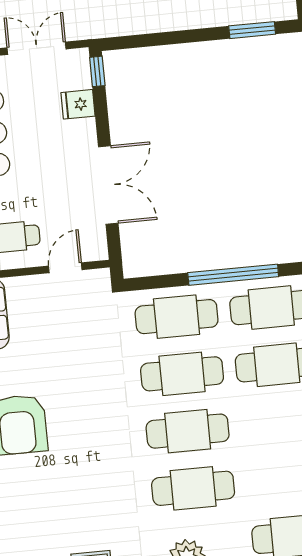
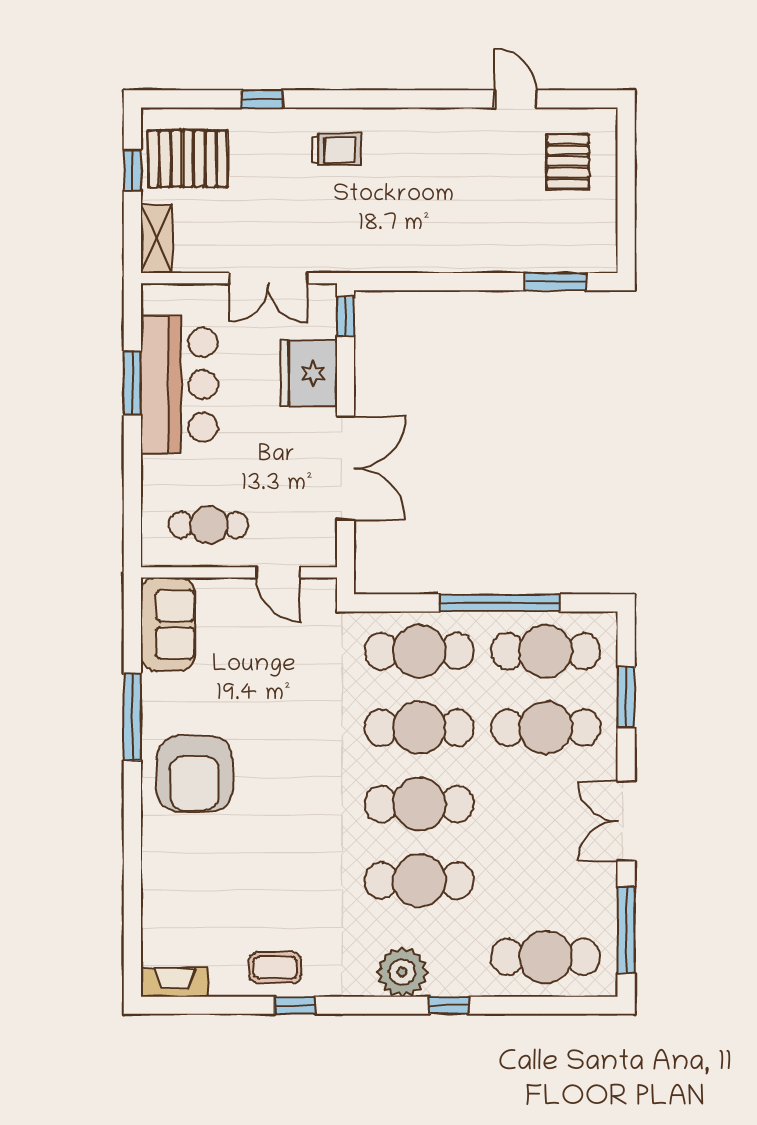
double door: (37, 48) -> (268, 278), swing flipped
fridge: (78, 104) -> (309, 373), width x1.88, depth x1.34
door: (65, 268) -> (278, 572), swing flipped

